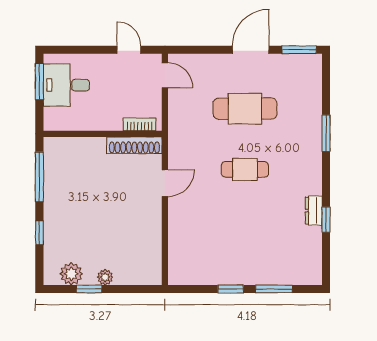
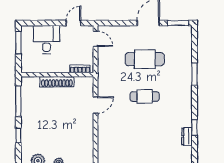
door: (129, 50) -> (73, 23), hinge flipped
desk: (66, 85) -> (47, 40), moved, turned 90
shoe rack: (134, 145) -> (57, 82), moved
dresser: (314, 211) -> (187, 136), moved

